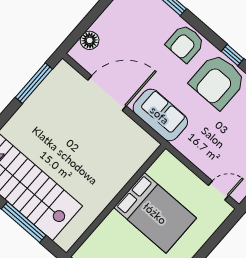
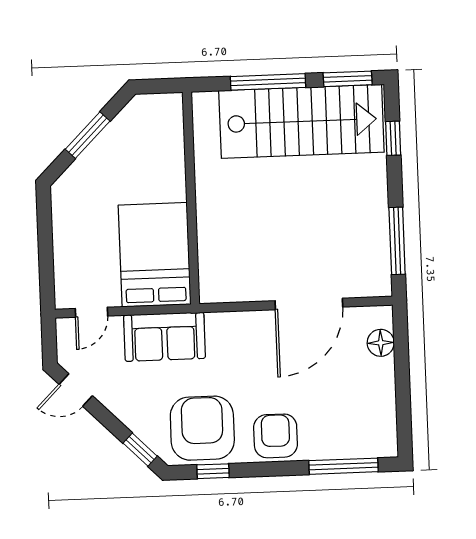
sofa: (160, 115) -> (164, 337), moved
bed: (155, 213) -> (155, 255), moved, turned 90

